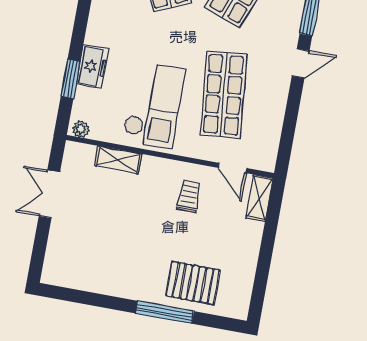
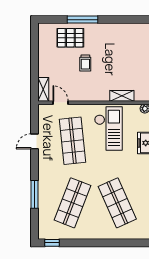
door: (301, 63) -> (35, 141), moved
checkout: (154, 105) -> (108, 128), turned 180
trolley: (189, 197) -> (85, 63), moved

